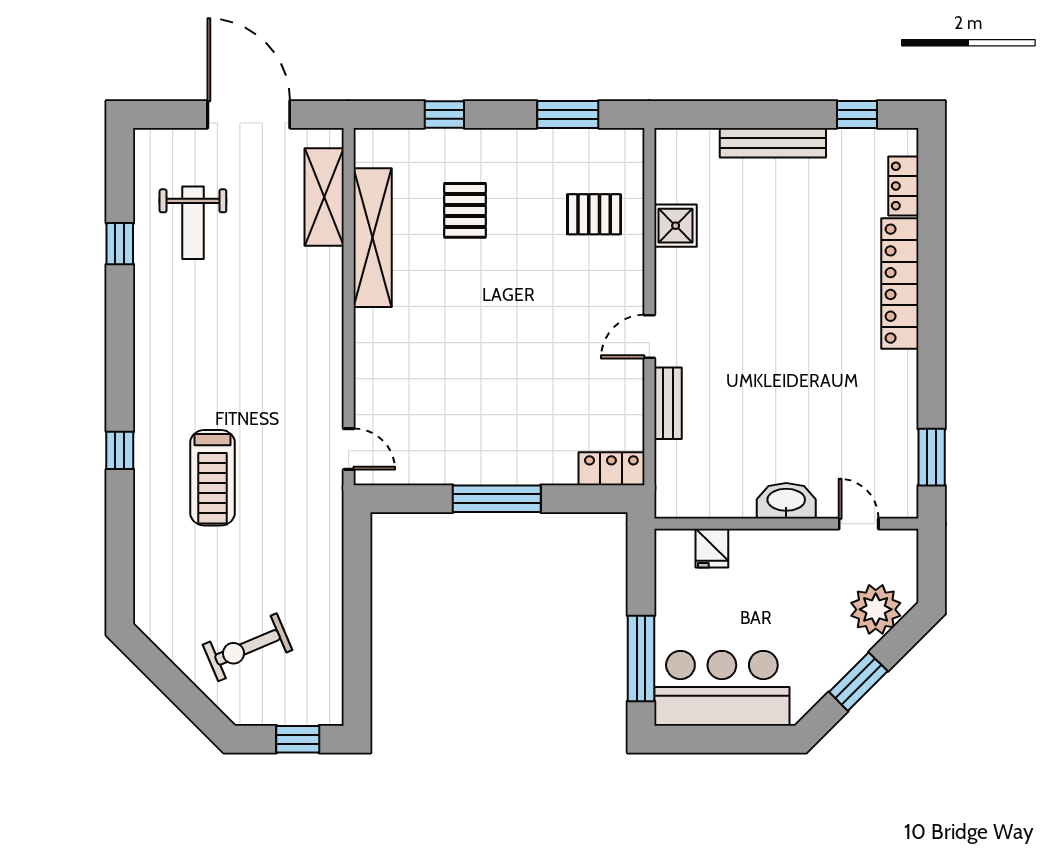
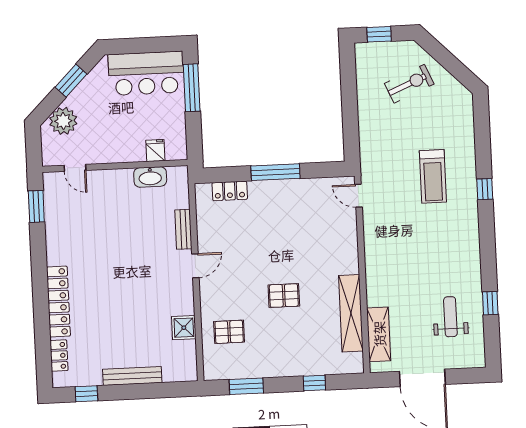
pallet: (465, 210) -> (284, 296), moved, turned 90
locker: (611, 469) -> (230, 191), moved
treadmill: (213, 478) -> (433, 176), turned 180
washbasin: (786, 501) -> (150, 177), moved

